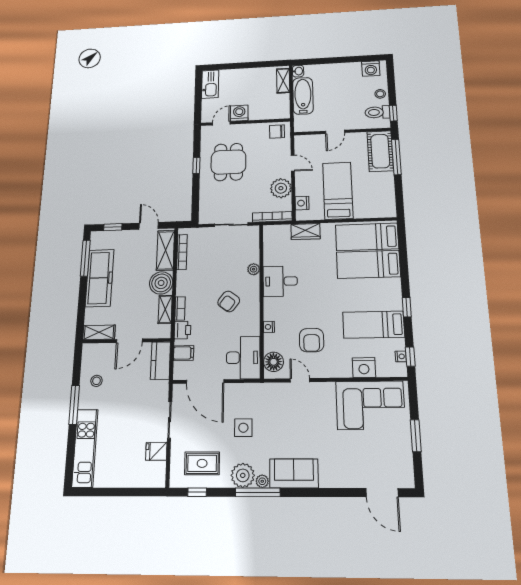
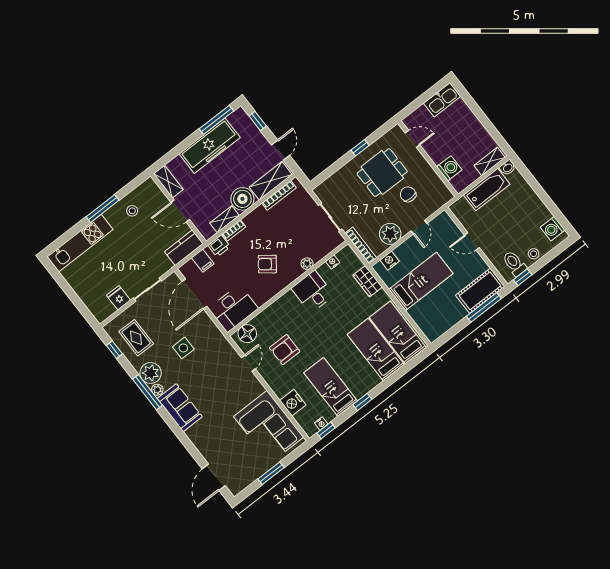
washing machine: (239, 113) -> (449, 168), moved
chair: (277, 132) -> (408, 194), moved
nightstand: (269, 327) -> (333, 262), moved

